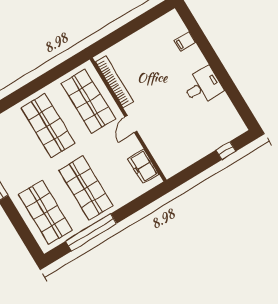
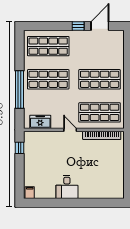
filing cabinet: (185, 41) -> (30, 193), moved
window: (226, 151) -> (19, 148), moved
window: (91, 232) -> (19, 90), moved

